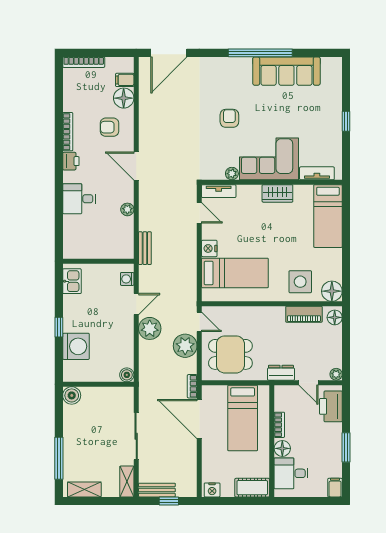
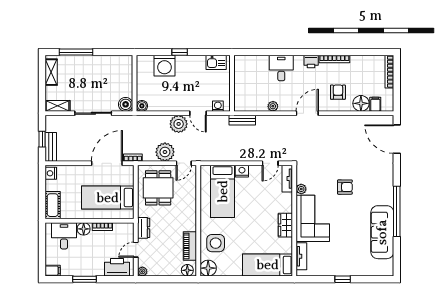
boiler: (72, 395) -> (126, 104), moved
bench: (157, 490) -> (51, 147), moved

